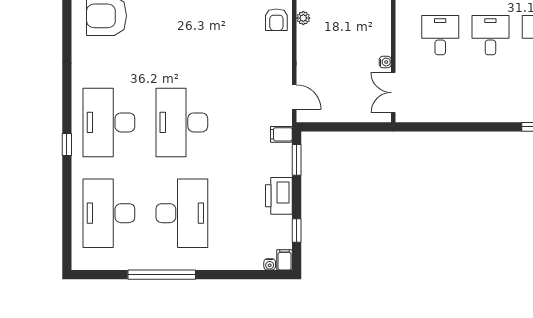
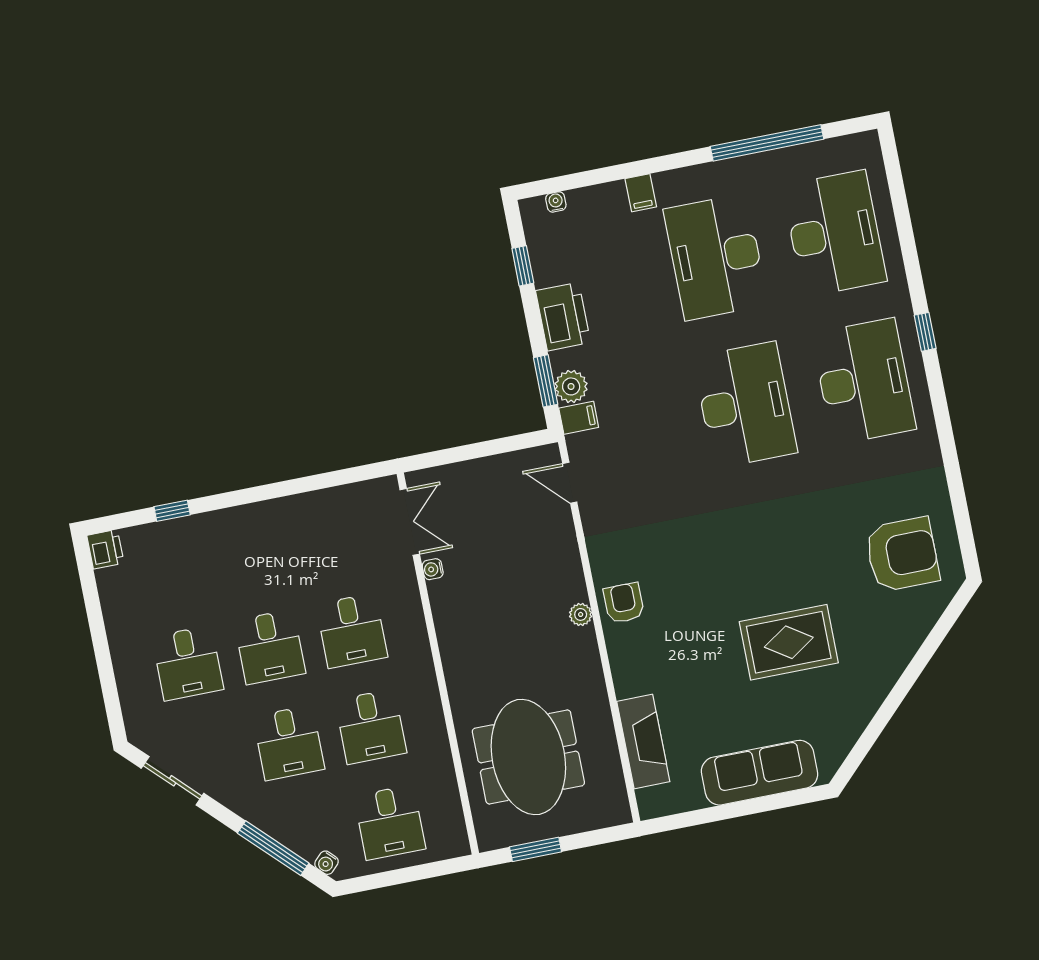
plant: (282, 154) -> (571, 386), added
filing cabinet: (284, 260) -> (641, 193), moved
window: (162, 275) -> (767, 143), moved

